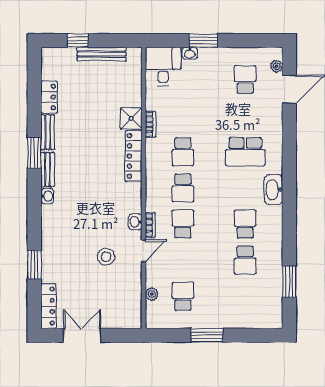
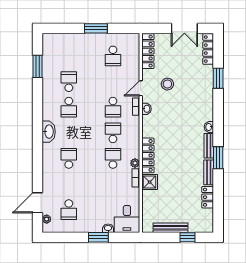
school desk: (245, 152) -> (69, 158), width x0.54
plant: (152, 294) -> (135, 163), moved
locker: (134, 303) -> (148, 51), added

